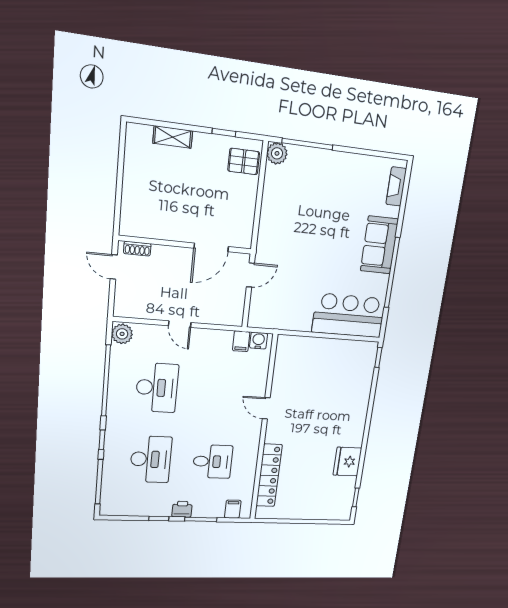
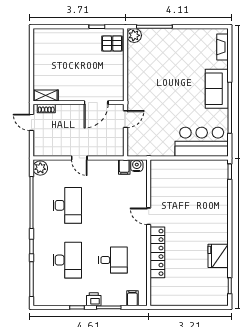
shelving: (173, 137) -> (46, 95), moved
locker: (269, 475) -> (157, 252), moved

